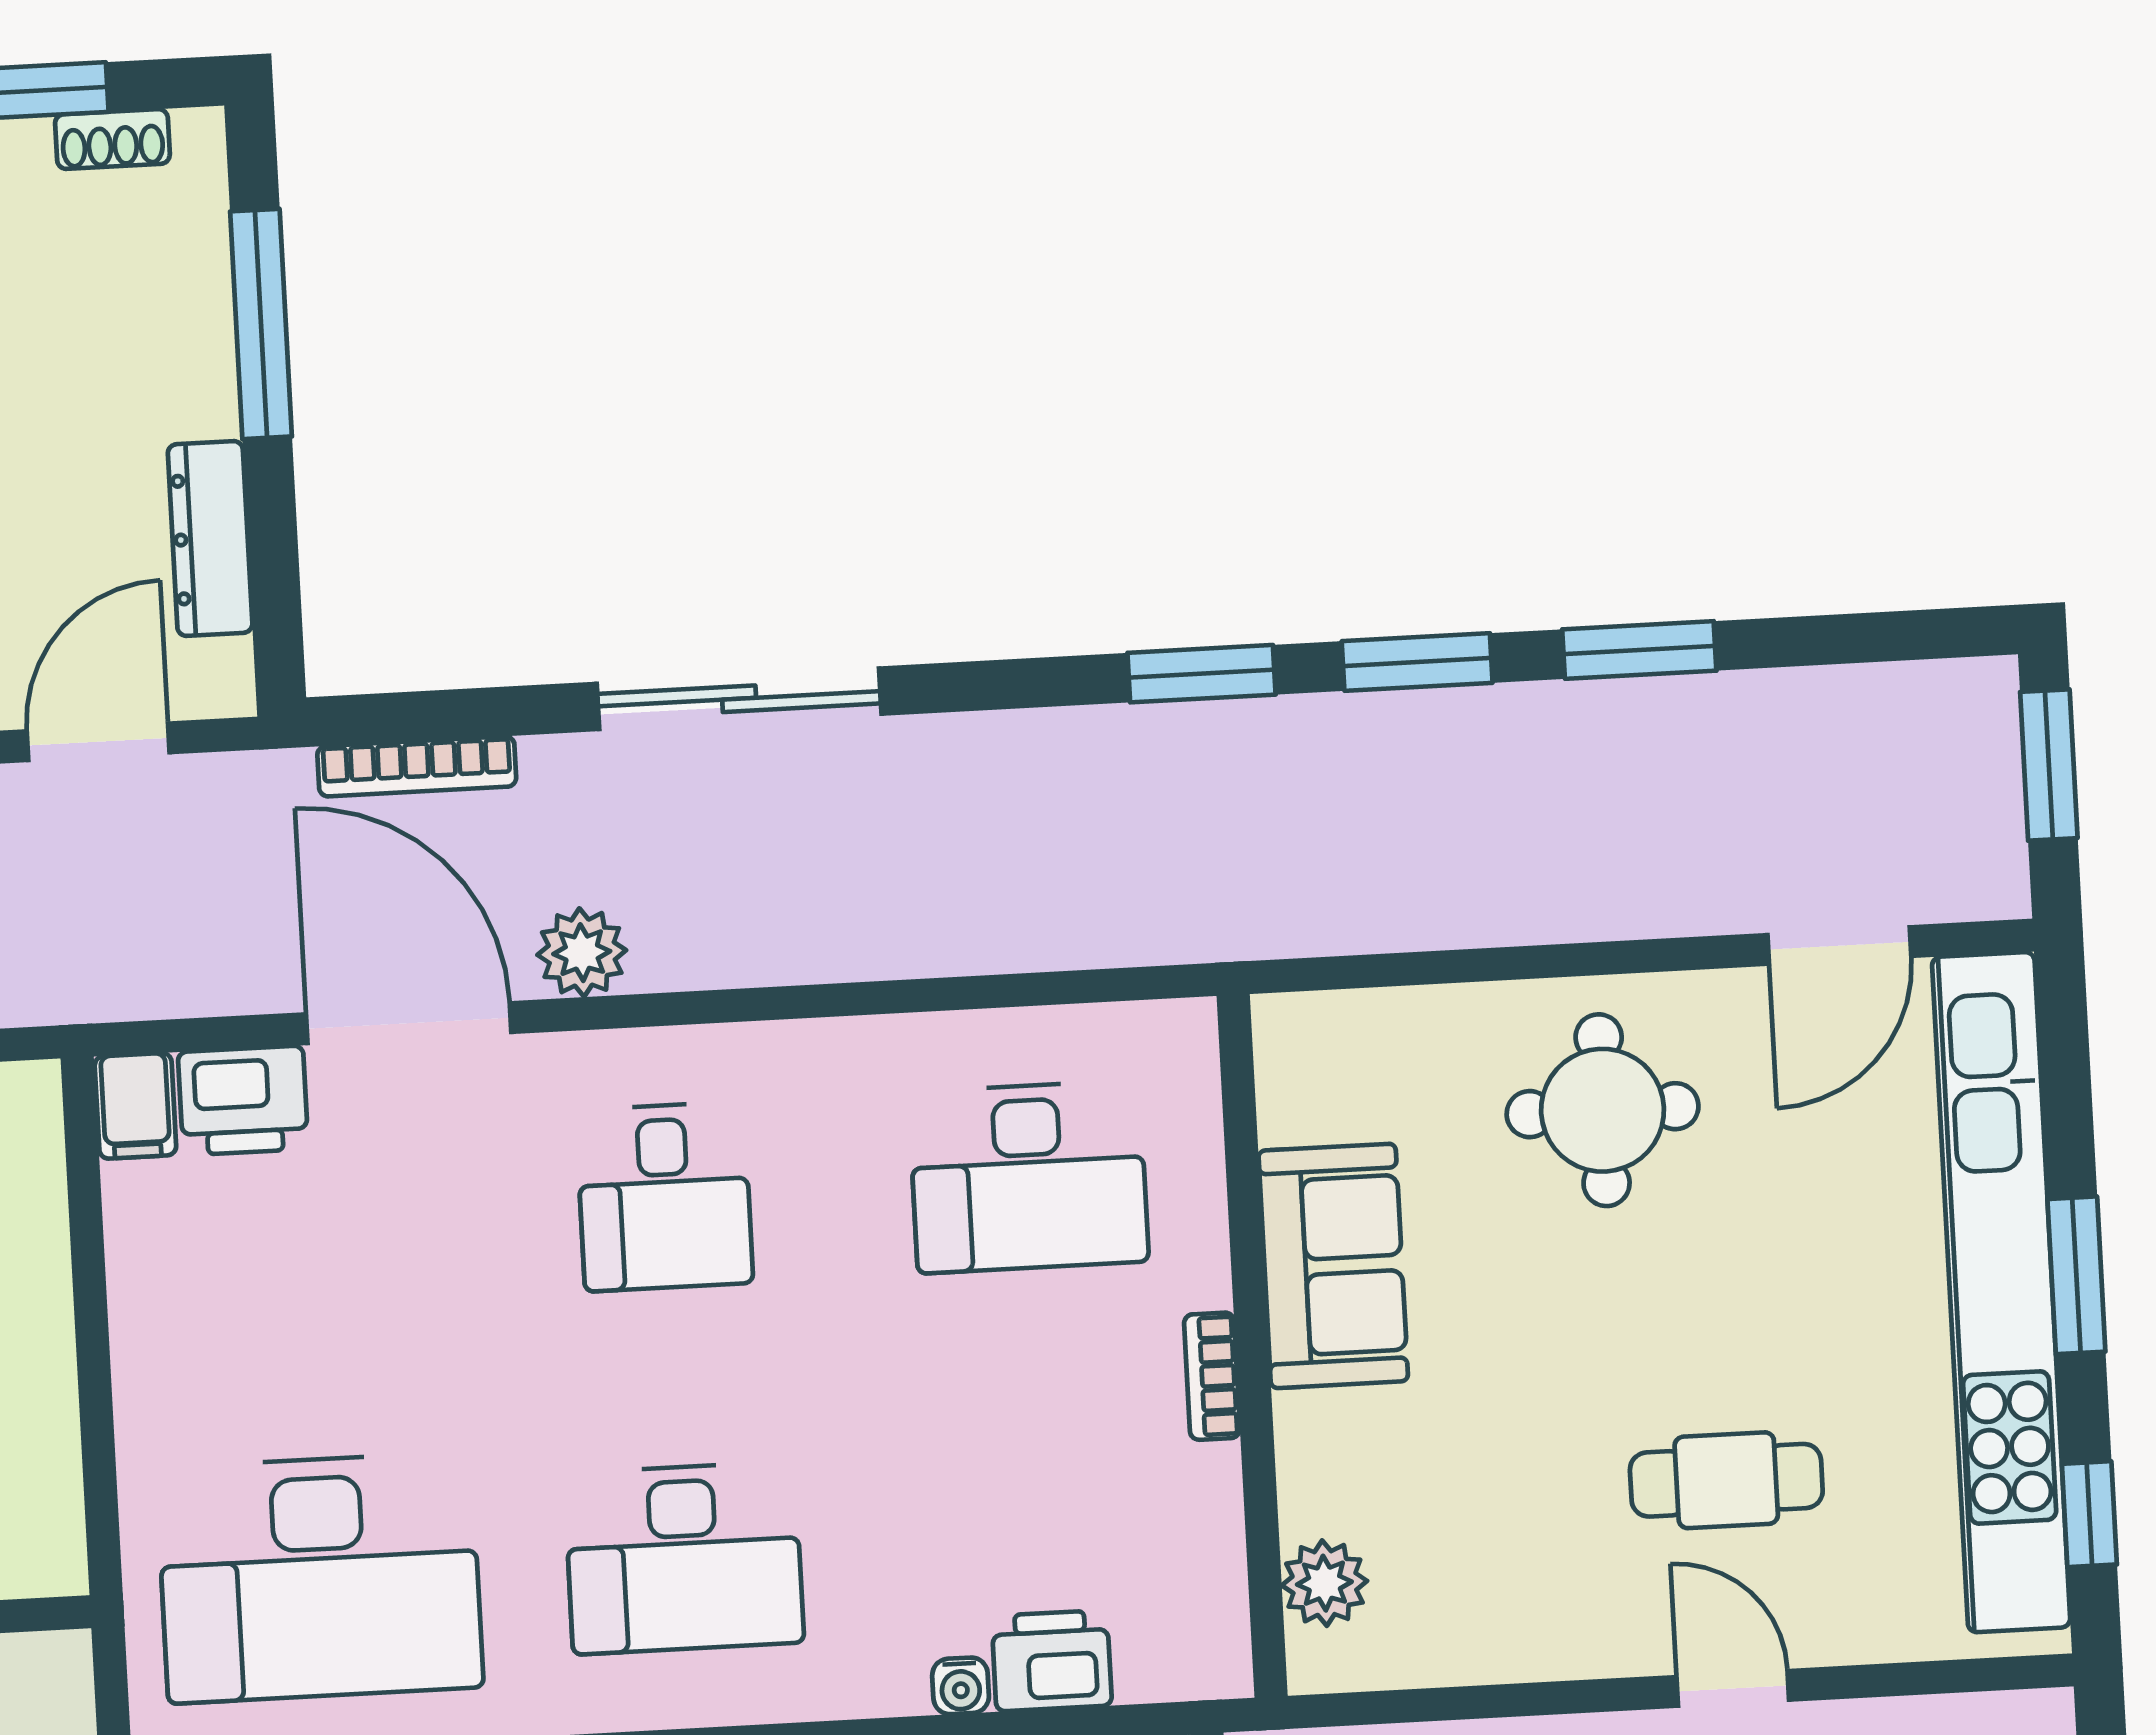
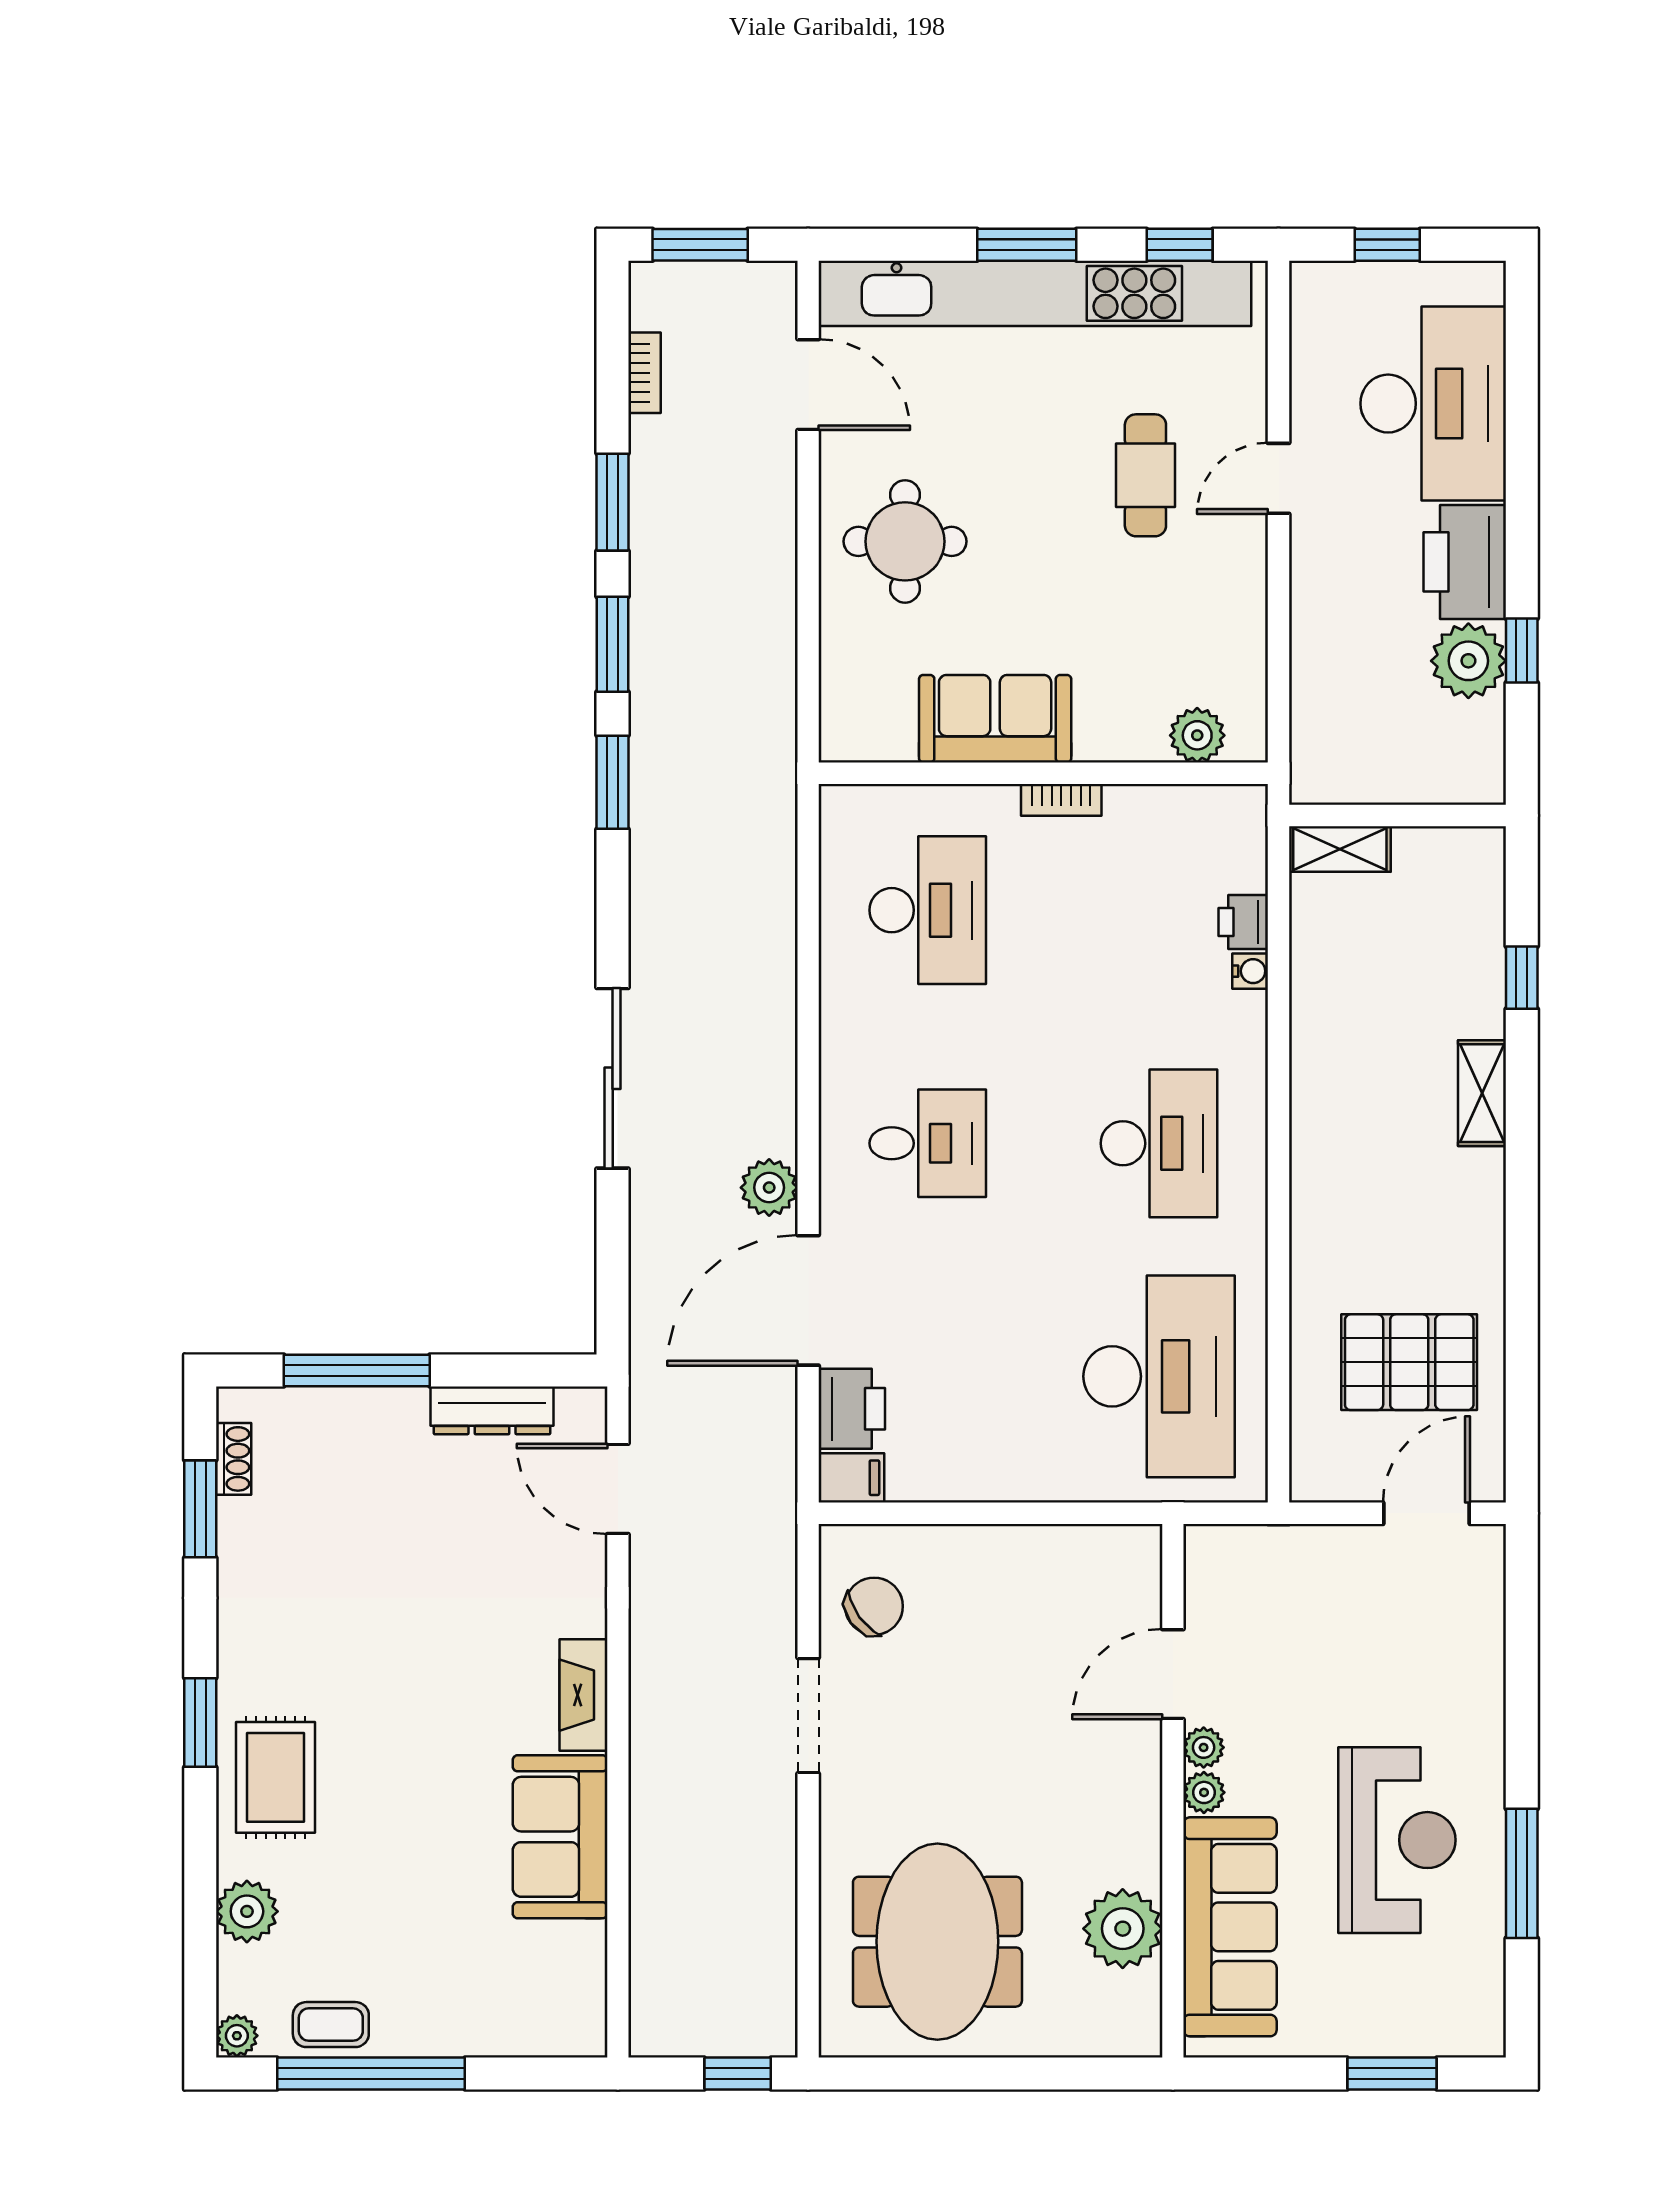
bookcase: (417, 766) -> (645, 373), moved, width x0.64
printer: (1052, 1661) -> (1243, 922), width x0.73, depth x0.81

